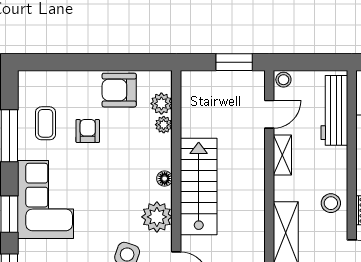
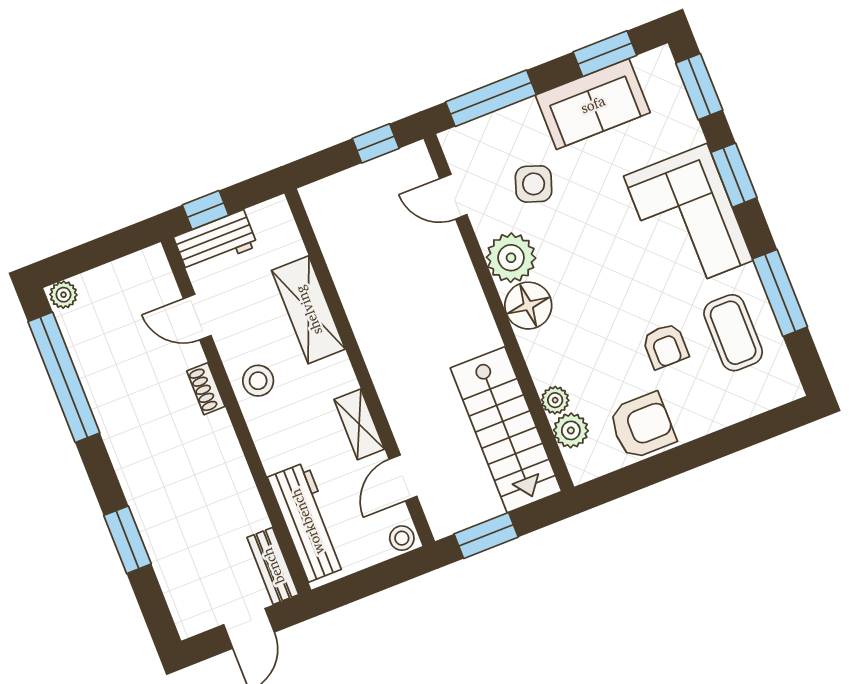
coffee table: (46, 123) -> (733, 333), width x1.36, depth x1.30
floor lamp: (165, 179) -> (528, 306), width x1.89, depth x1.89
stairs: (199, 186) -> (506, 430), moved

